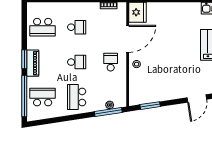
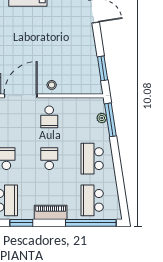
door: (128, 39) -> (21, 96), hinge flipped
window: (24, 59) -> (21, 223), moved
school desk: (111, 62) -> (49, 117), turned -90
school desk: (77, 97) -> (92, 159), turned 90

